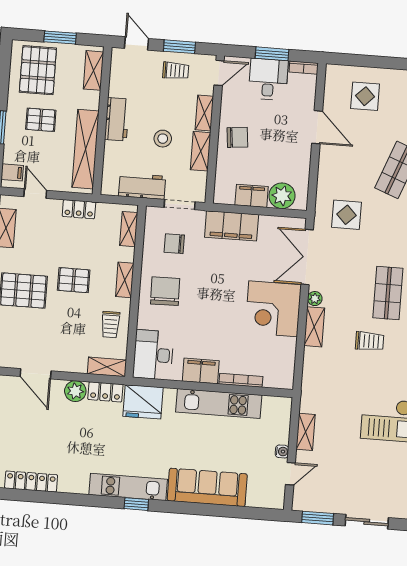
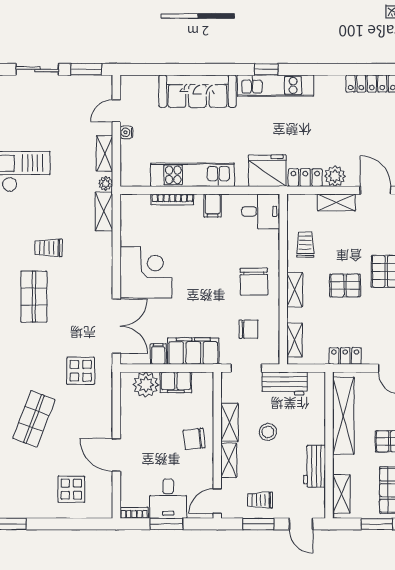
workbench: (117, 119) -> (315, 466), moved
filing cabinet: (267, 226) -> (158, 354), added
plant: (315, 299) -> (106, 183), moved
shelving: (314, 327) -> (104, 211), moved
desk: (153, 355) -> (261, 211), width x0.73
shelving: (107, 367) -> (336, 202), moved
filing cabinet: (201, 371) -> (213, 206), width x0.50

